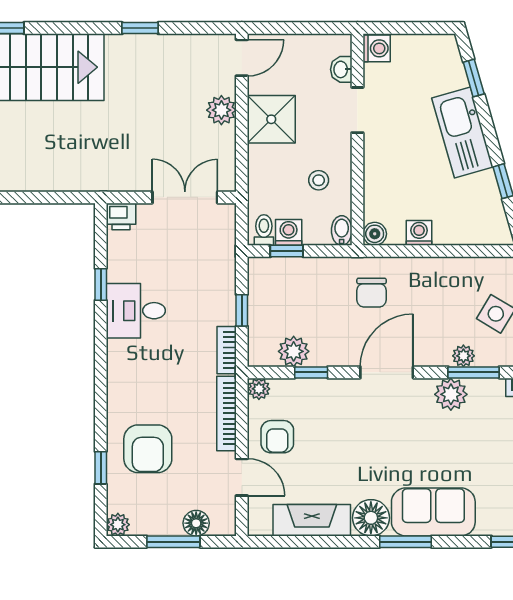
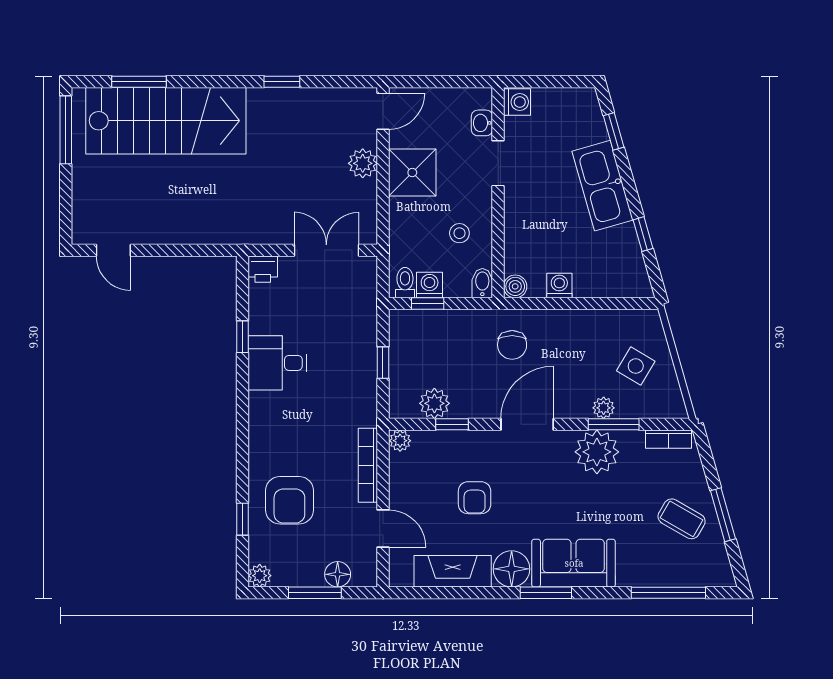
bookcase: (227, 350) -> (368, 402), removed
plant: (451, 394) -> (597, 452), width x1.36, depth x1.36
armchair: (277, 437) -> (475, 498), moved

